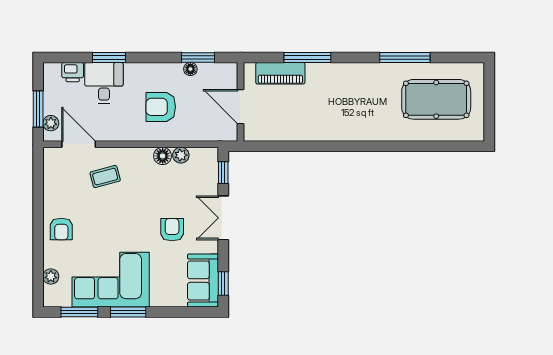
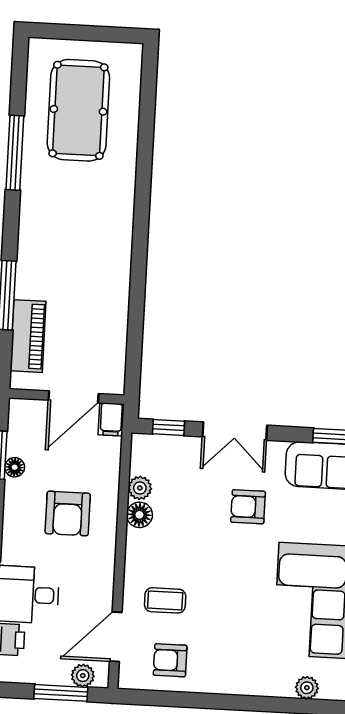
filing cabinet: (227, 133) -> (111, 419), added
coffee table: (105, 177) -> (165, 600), turned -75
armchair: (61, 229) -> (170, 660), moved, turned 180

